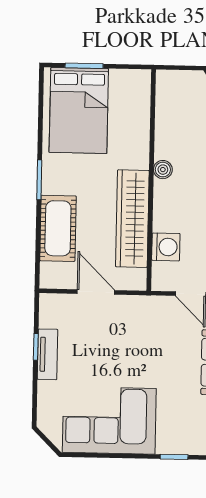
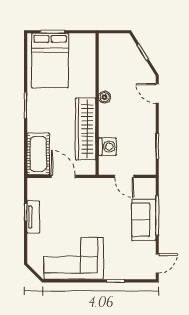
cot: (58, 228) -> (38, 154), moved

